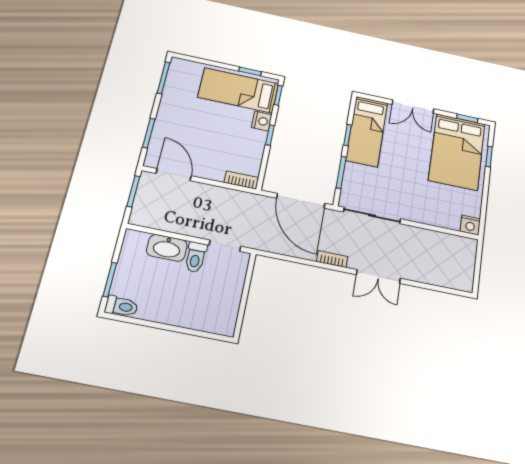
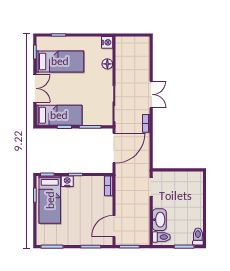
bed: (457, 152) -> (60, 61), width x0.67
floor lamp: (436, 219) -> (107, 64), added
toilet: (196, 257) -> (161, 237), moved

